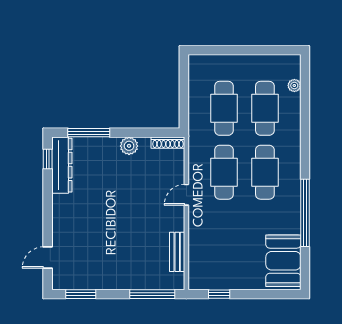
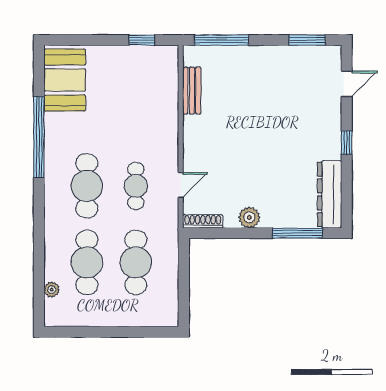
window: (48, 159) -> (347, 143), moved
cafe table: (224, 172) -> (136, 186), width x0.73, depth x0.74
door: (186, 195) -> (181, 185), moved

